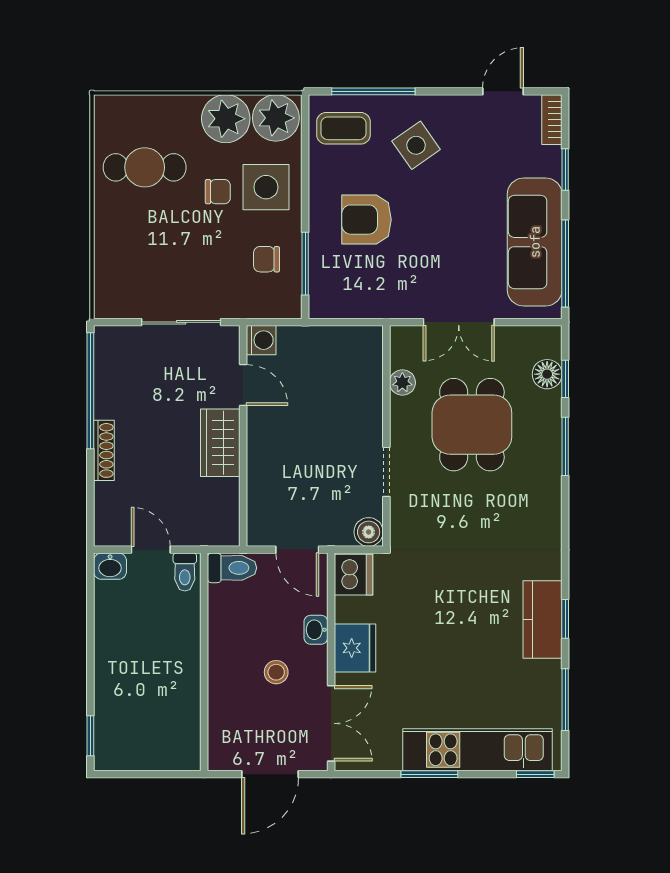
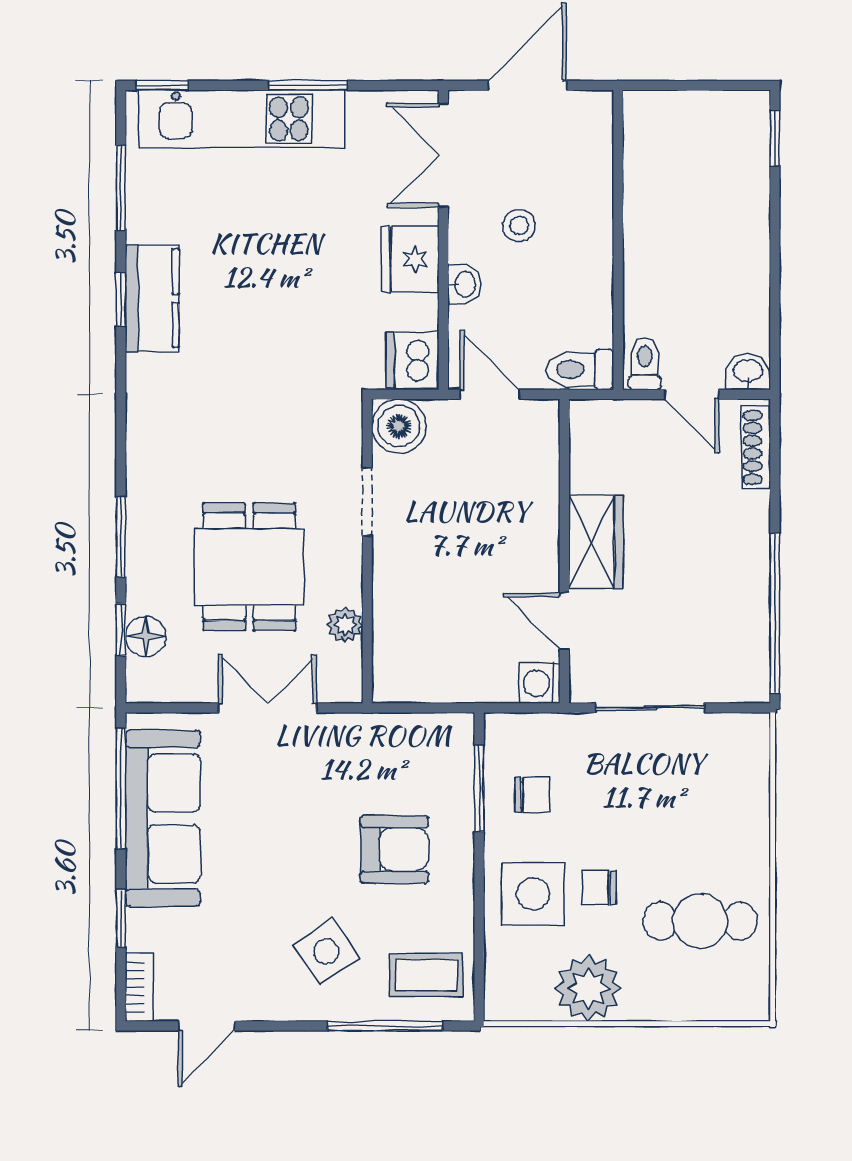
plant: (276, 118) -> (519, 989), removed
shoe rack: (104, 450) -> (756, 447), moved
boiler: (369, 532) -> (399, 426), width x1.36, depth x1.36

